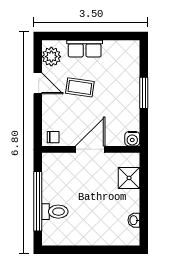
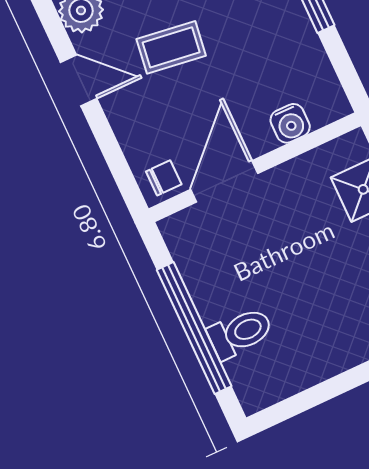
water cooler: (132, 139) -> (290, 123), moved
door: (90, 149) -> (224, 181), moved

